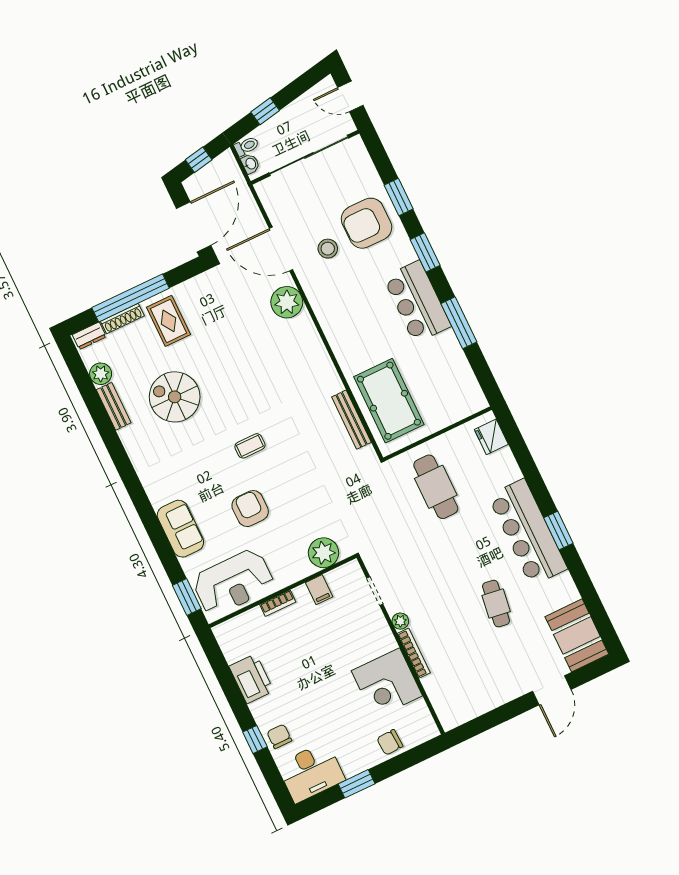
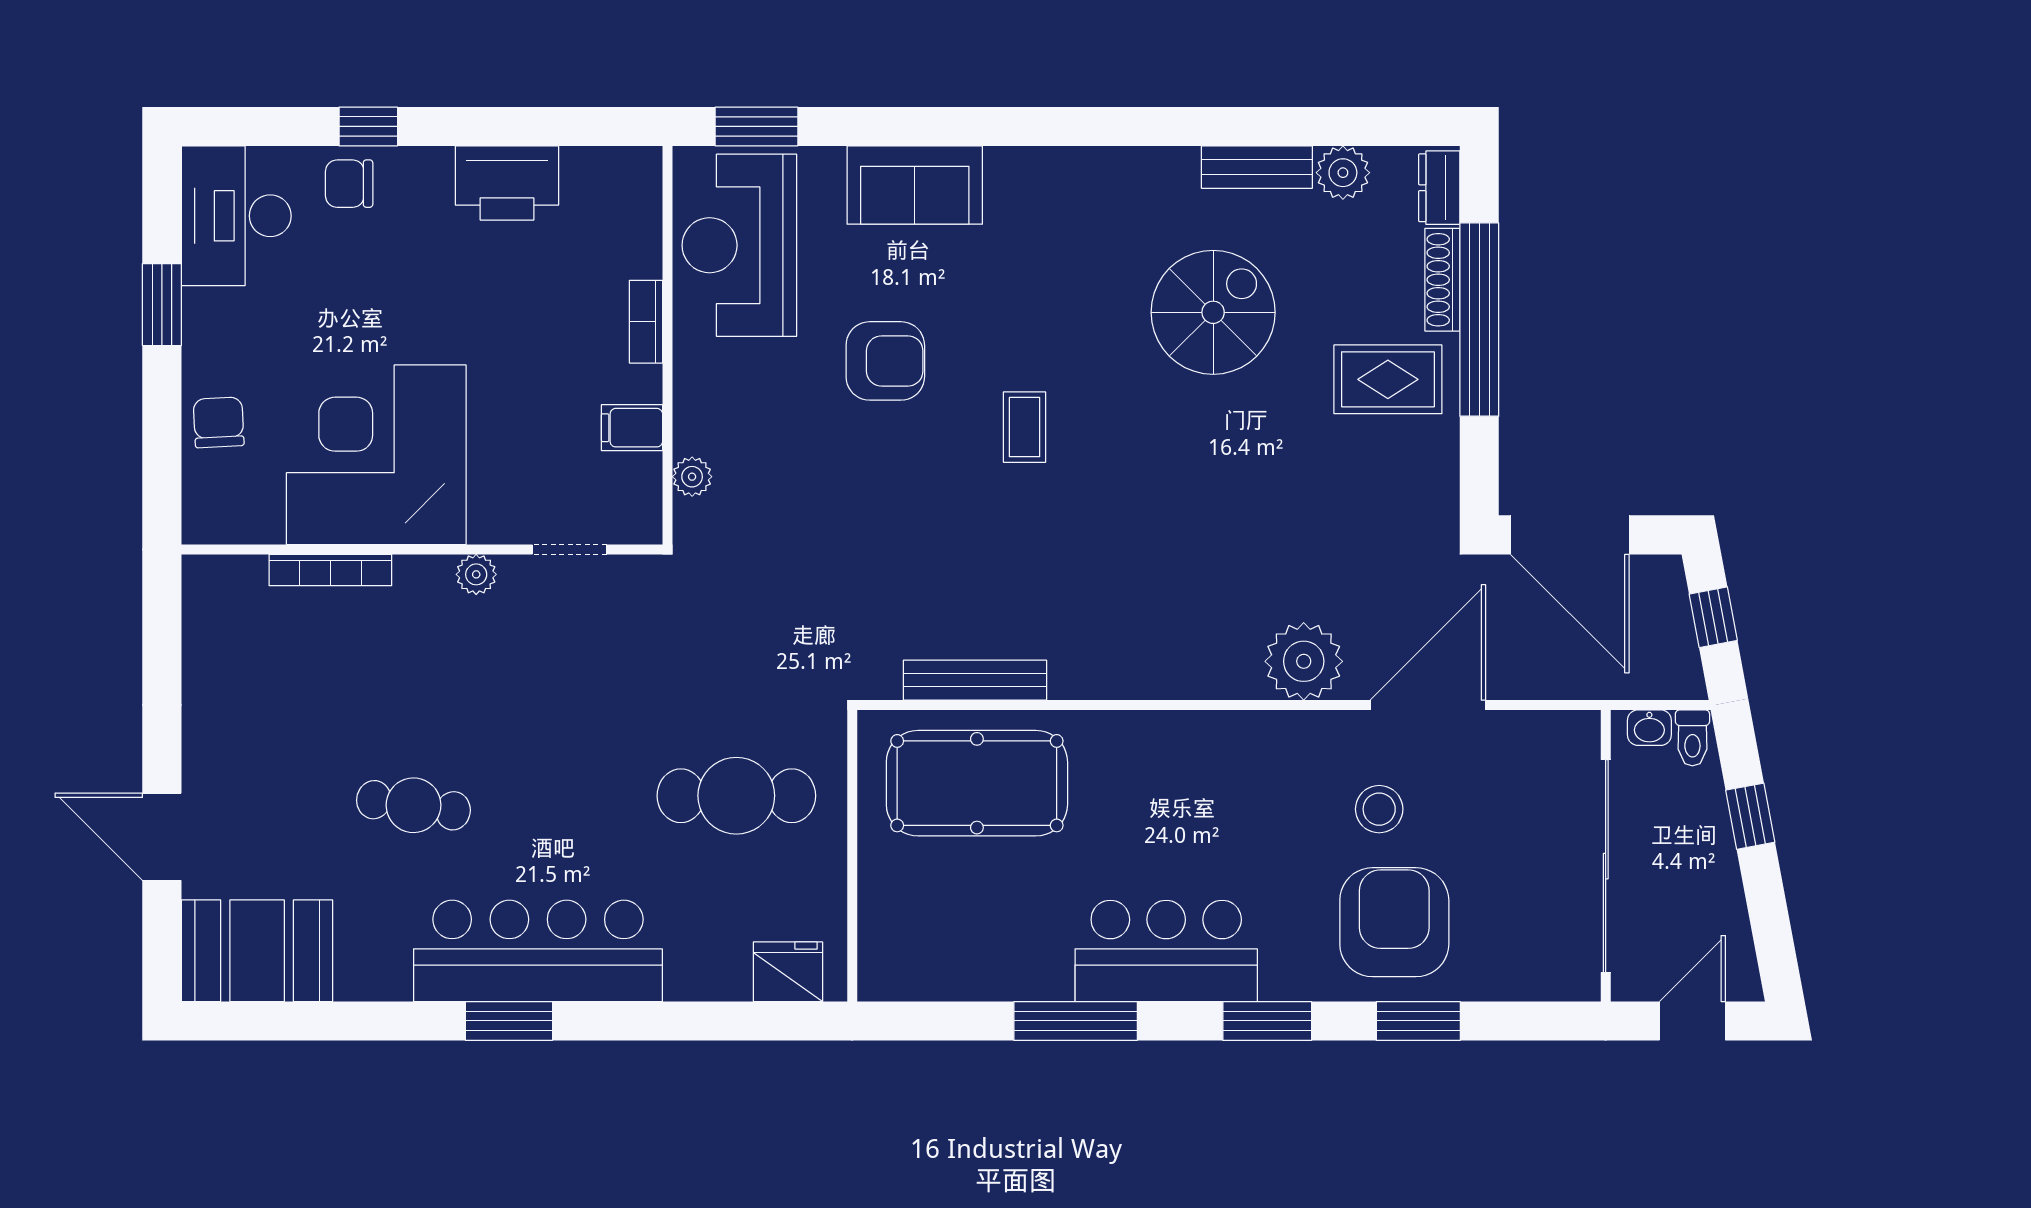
plant: (324, 553) -> (692, 477), width x0.53, depth x0.53
bookcase: (414, 653) -> (330, 570), moved
corner desk: (387, 683) -> (376, 455), width x1.36, depth x1.36
chair: (279, 736) -> (349, 184), turned 180

